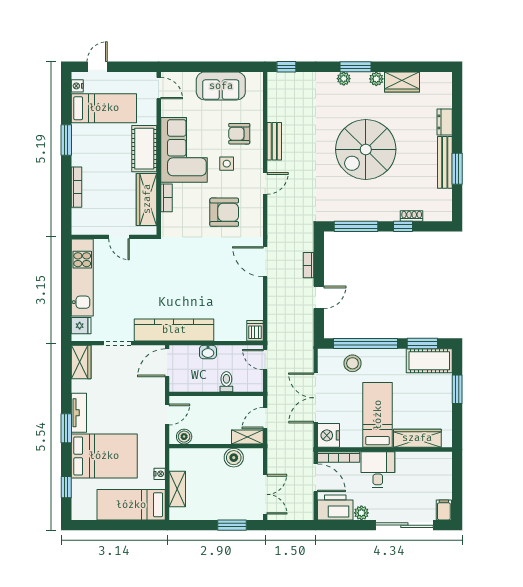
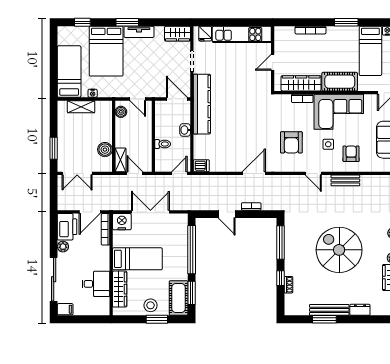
stool: (352, 363) -> (151, 305), moved
desk: (378, 470) -> (96, 284), moved

